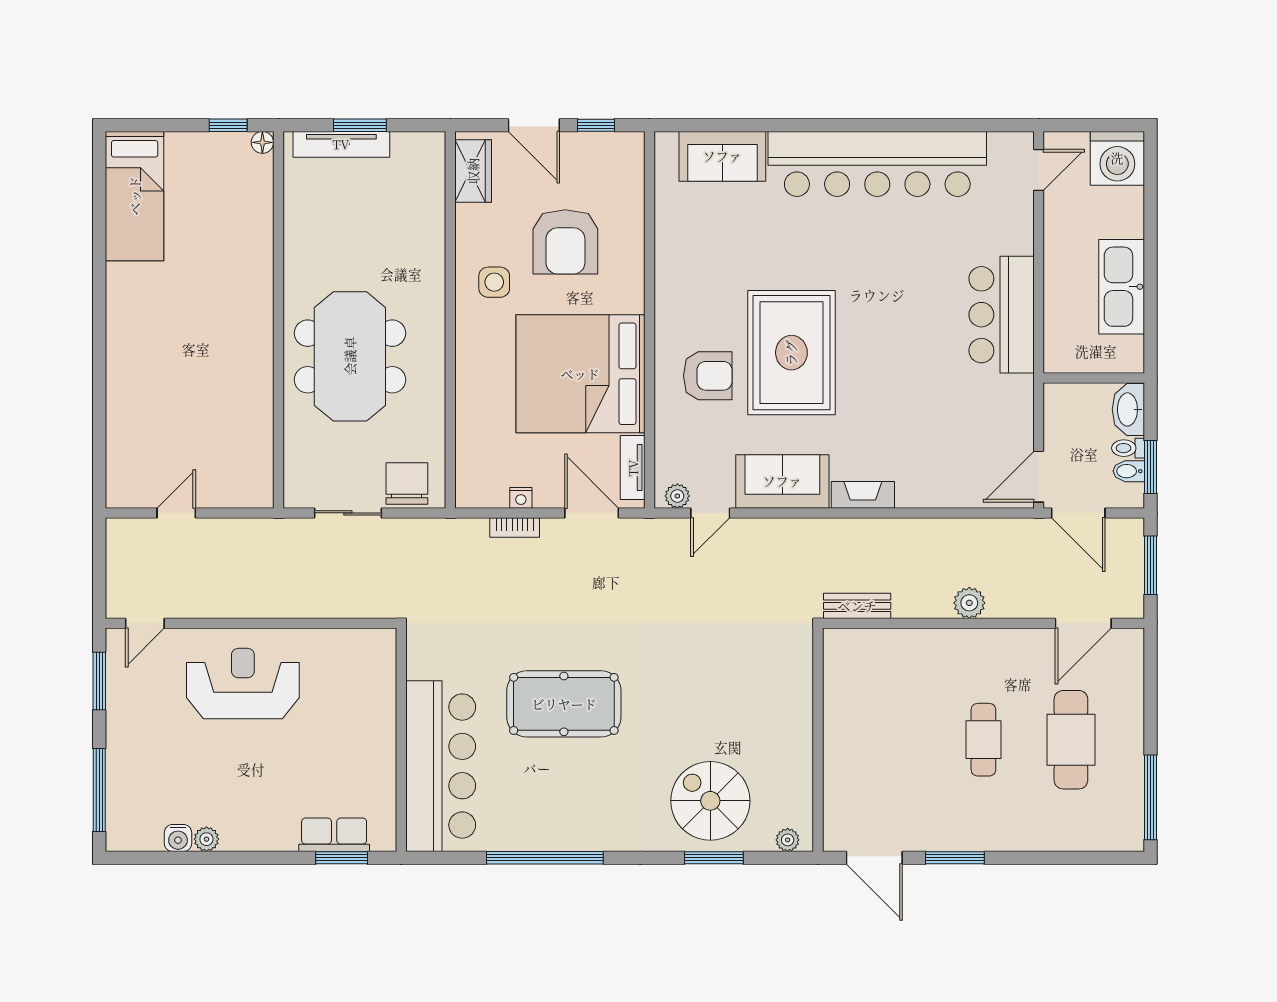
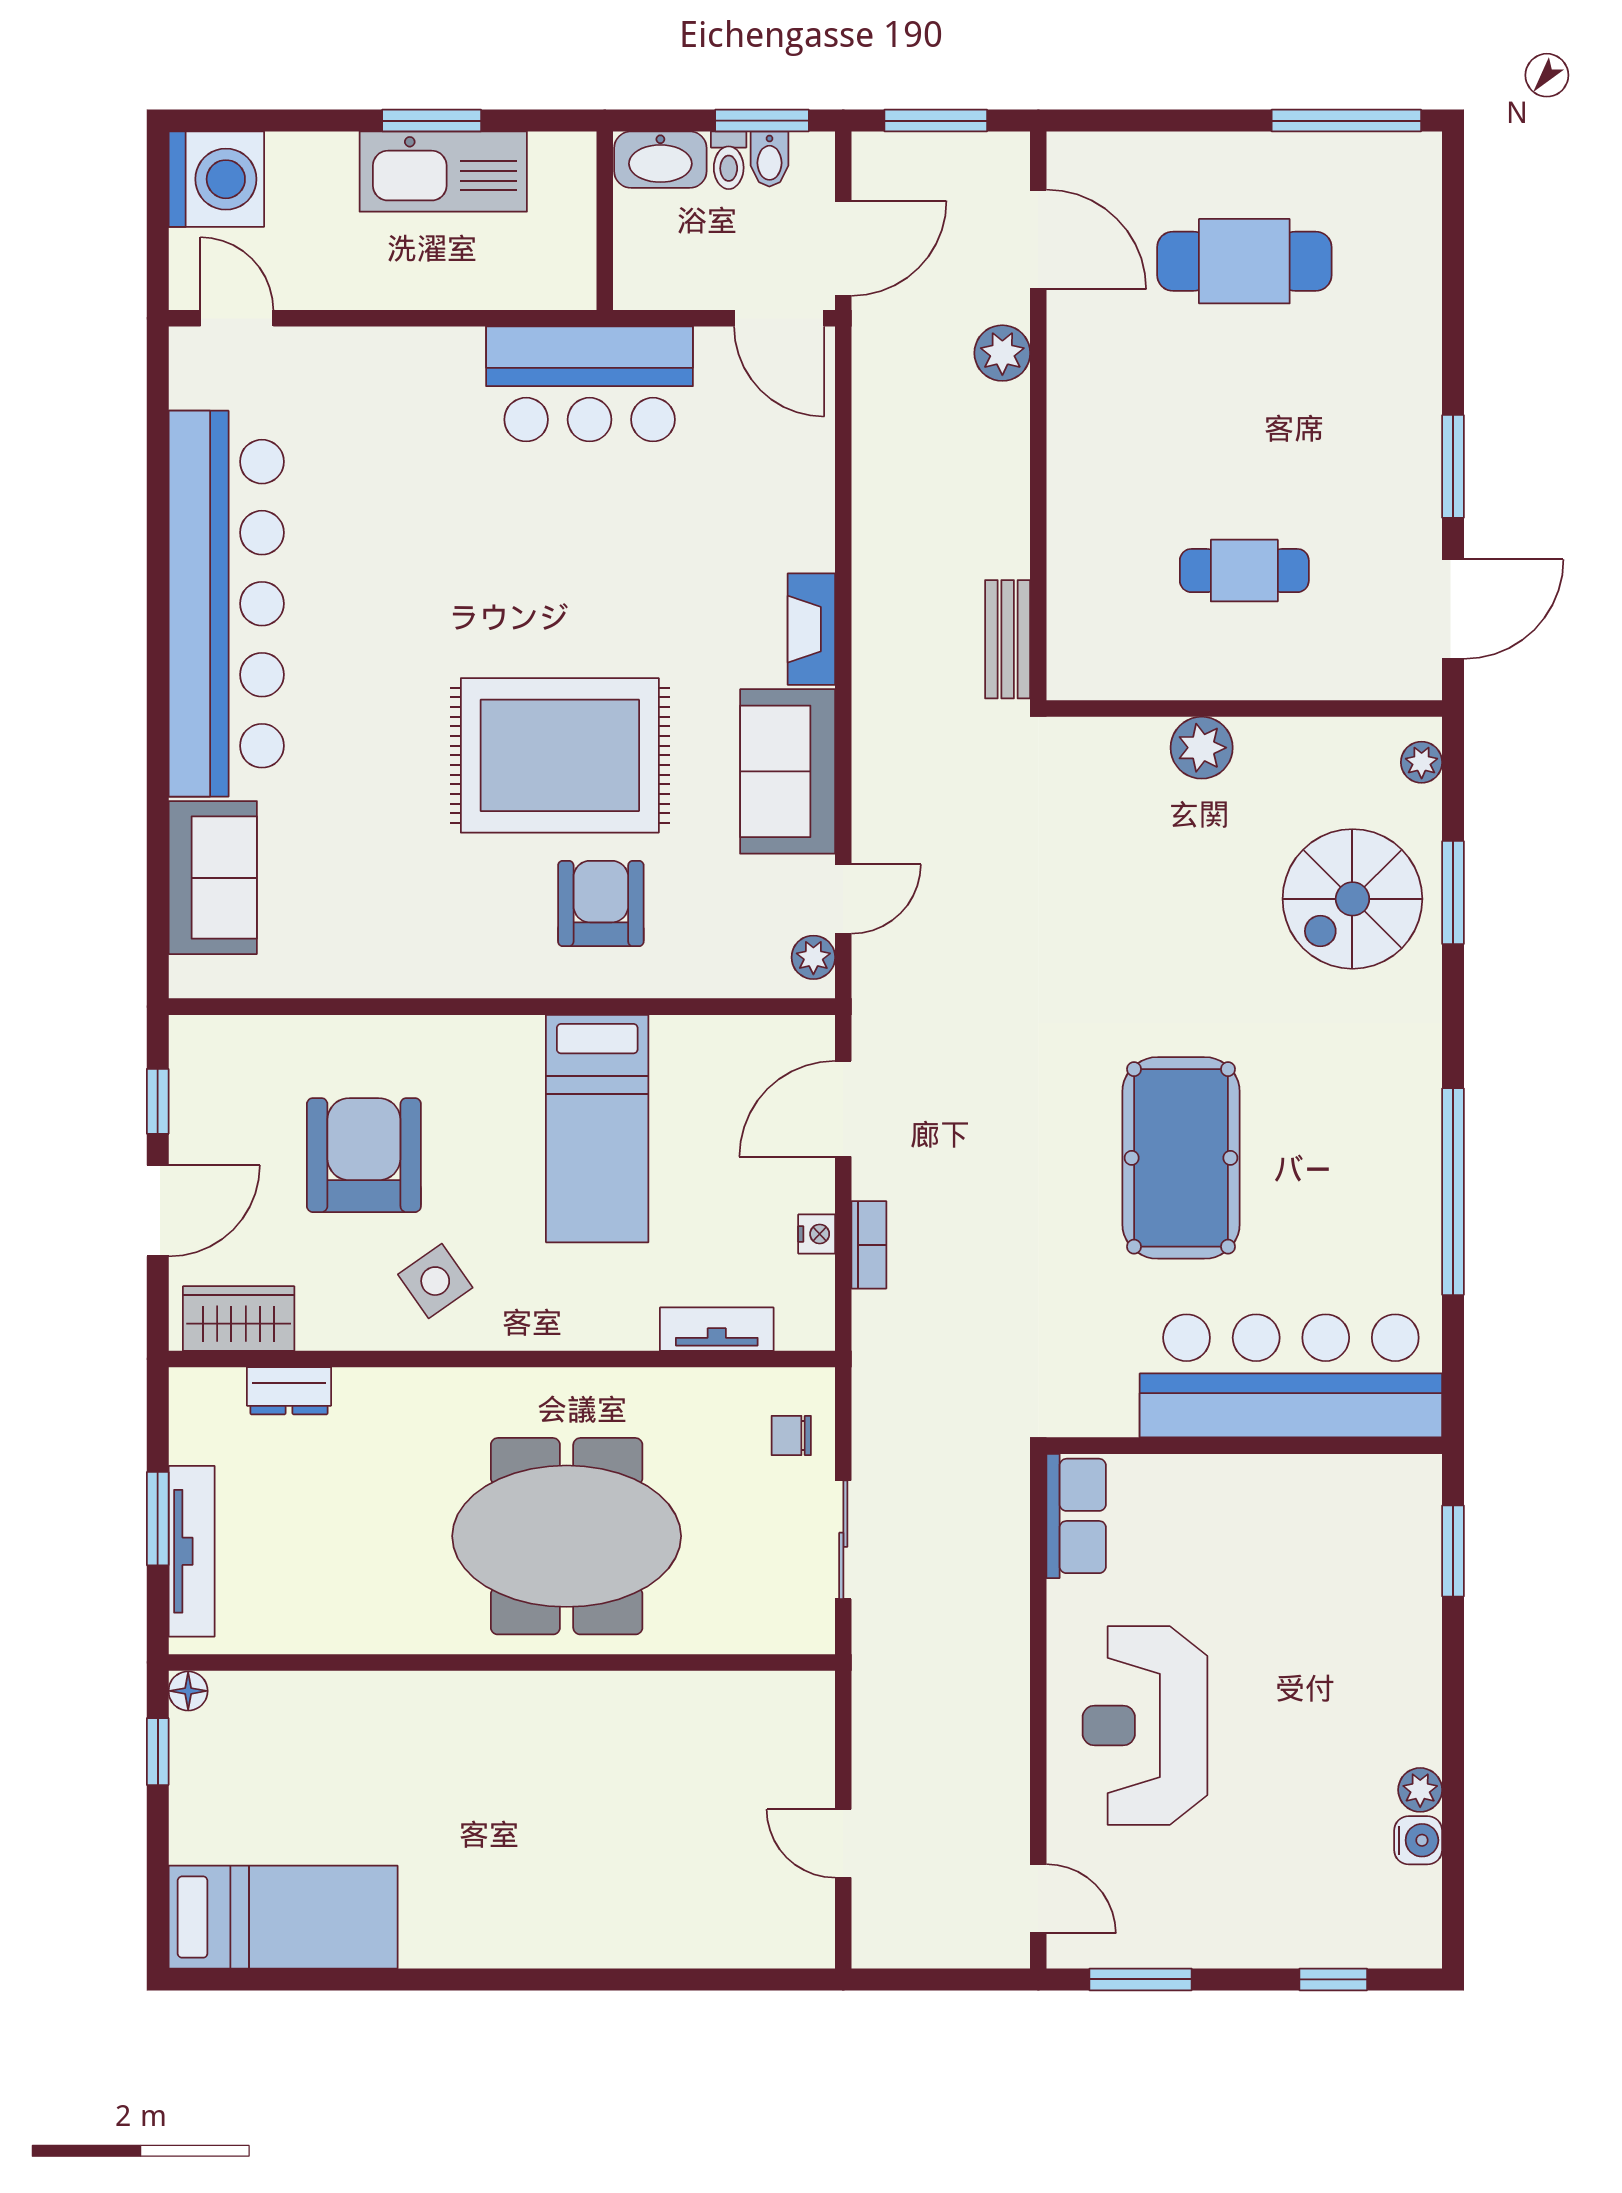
dresser: (432, 199) -> (289, 1391), added
armchair: (565, 242) -> (364, 1155), turned -90
window: (1151, 280) -> (432, 121), added
side table: (494, 282) -> (435, 1281), turned -35
bar counter: (1002, 315) -> (590, 384), moved
bed: (580, 374) -> (597, 1129), width x0.49
tv unit: (633, 468) -> (717, 1329), moved, turned 180
chair: (407, 484) -> (791, 1435), width x0.54, depth x0.54
door: (710, 513) -> (843, 899), hinge flipped
plant: (969, 603) -> (1002, 353), moved
plant: (796, 716) -> (1202, 748), added
cafe table: (983, 740) -> (1244, 571), moved
window: (99, 790) -> (1333, 1979), width x0.46
row of seats: (334, 835) -> (1076, 1516), moved, turned 180

